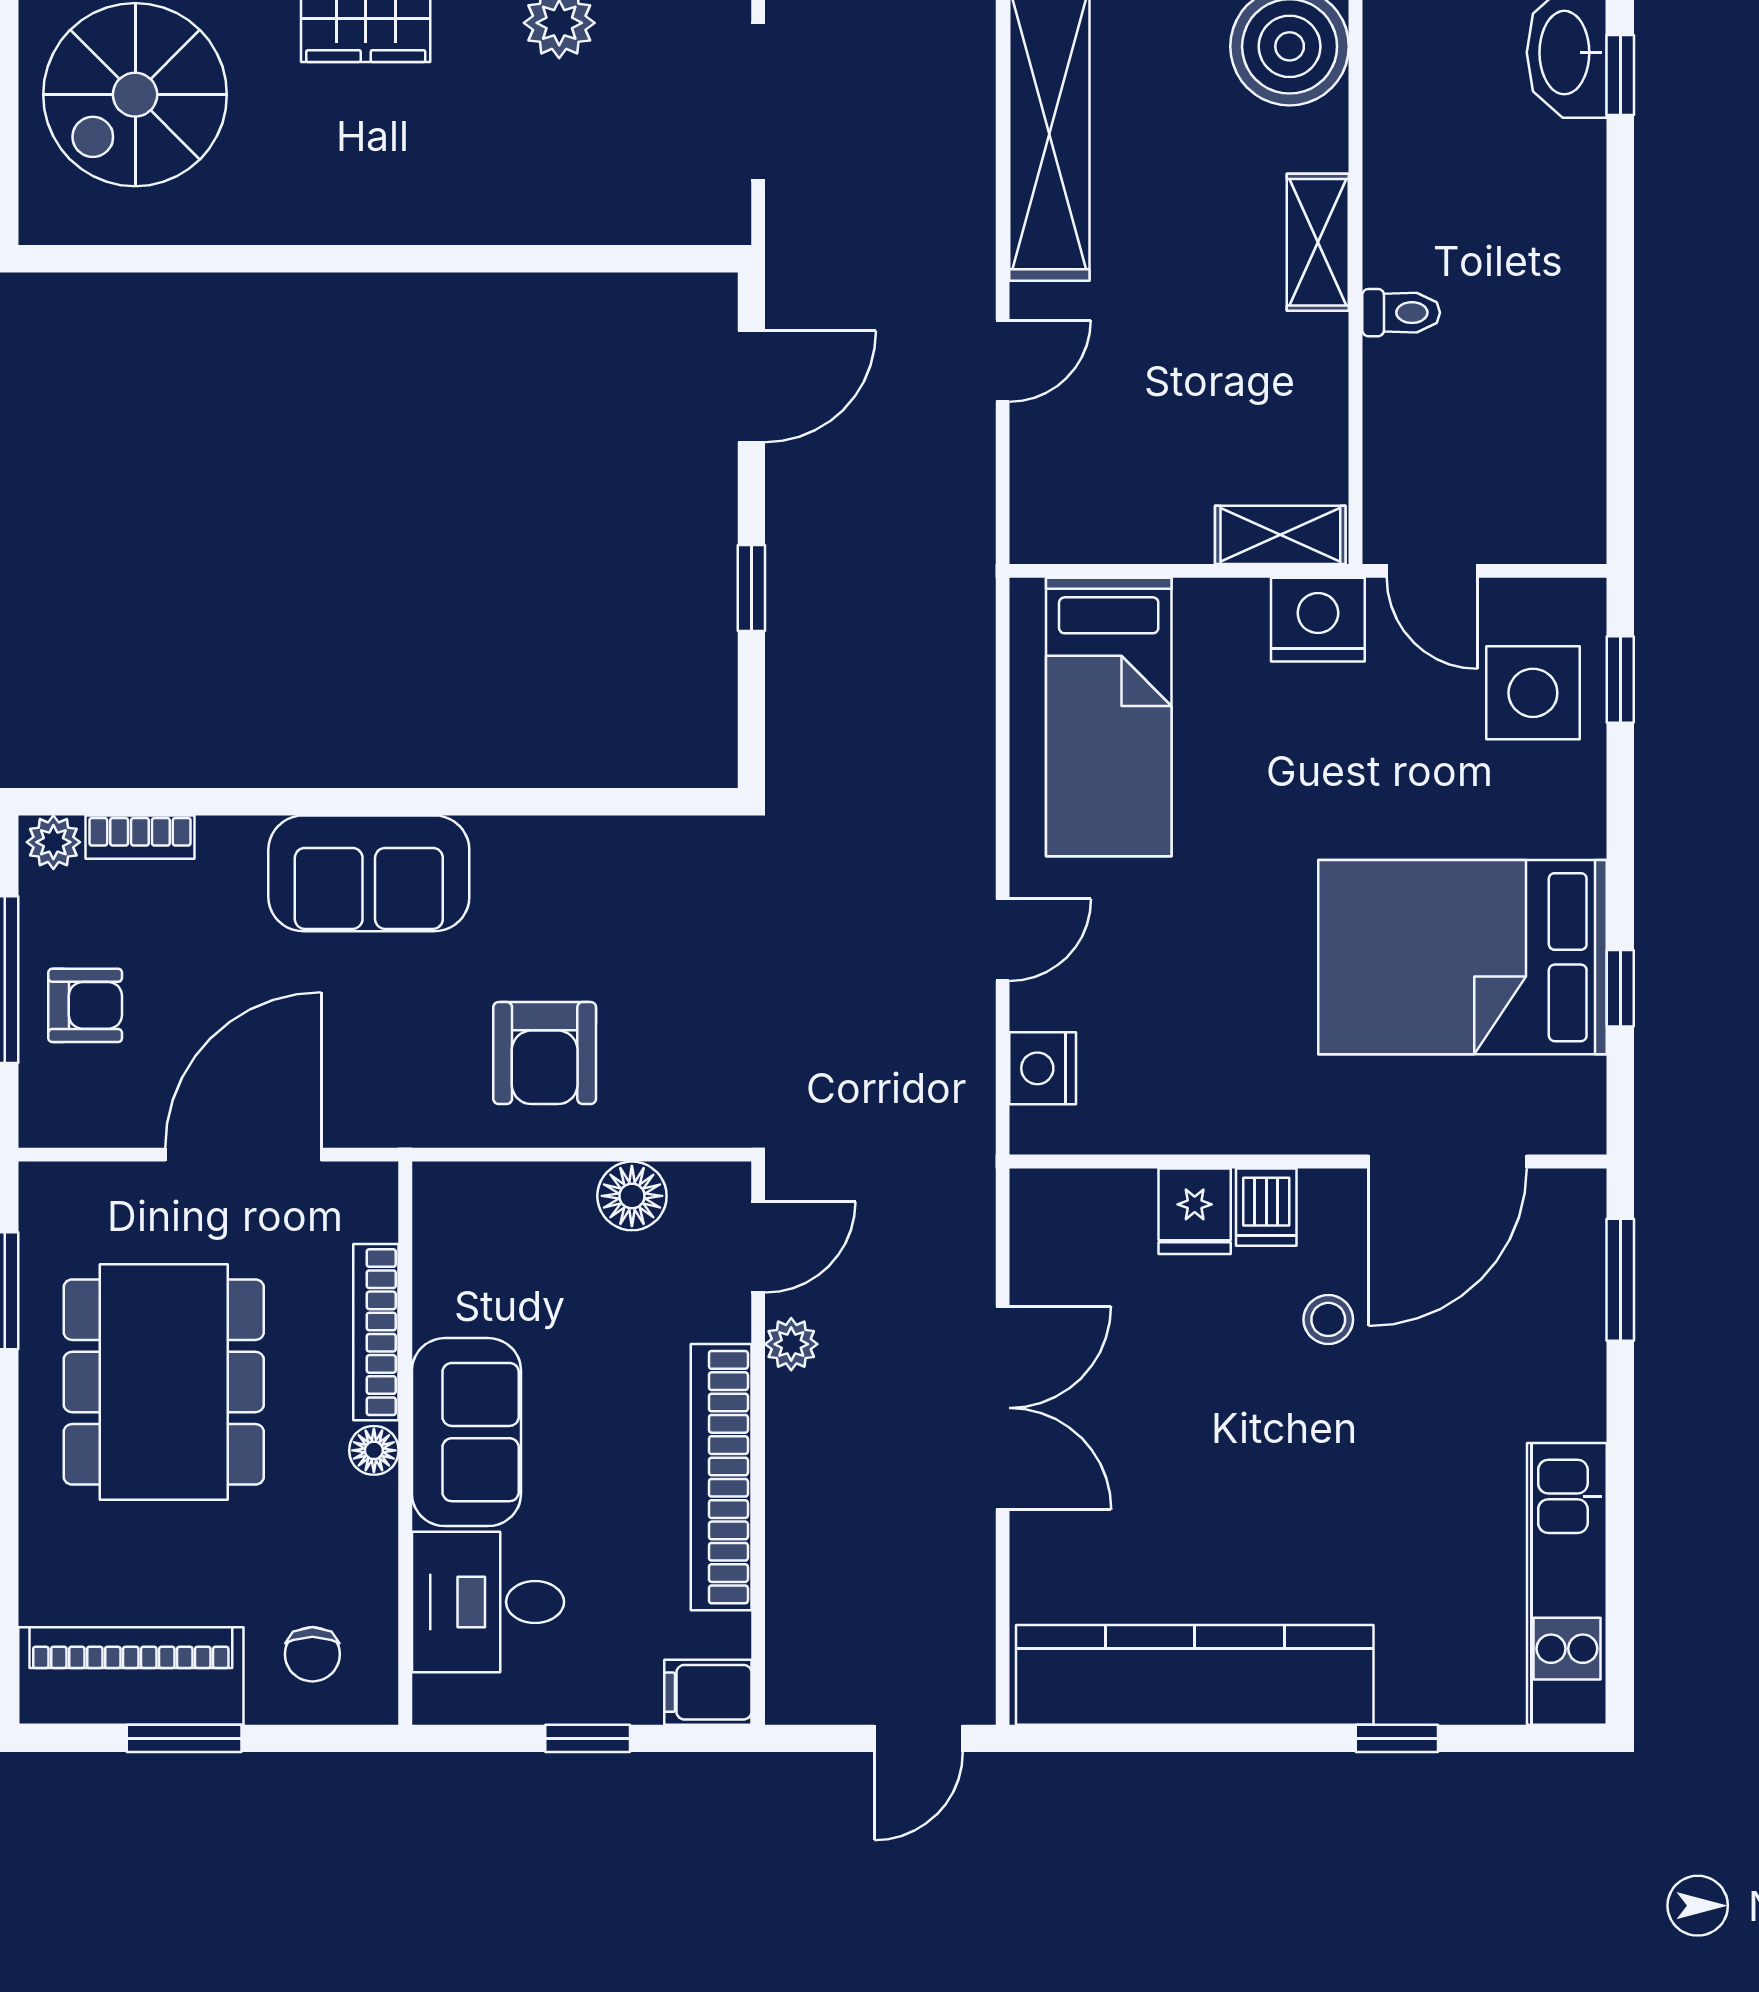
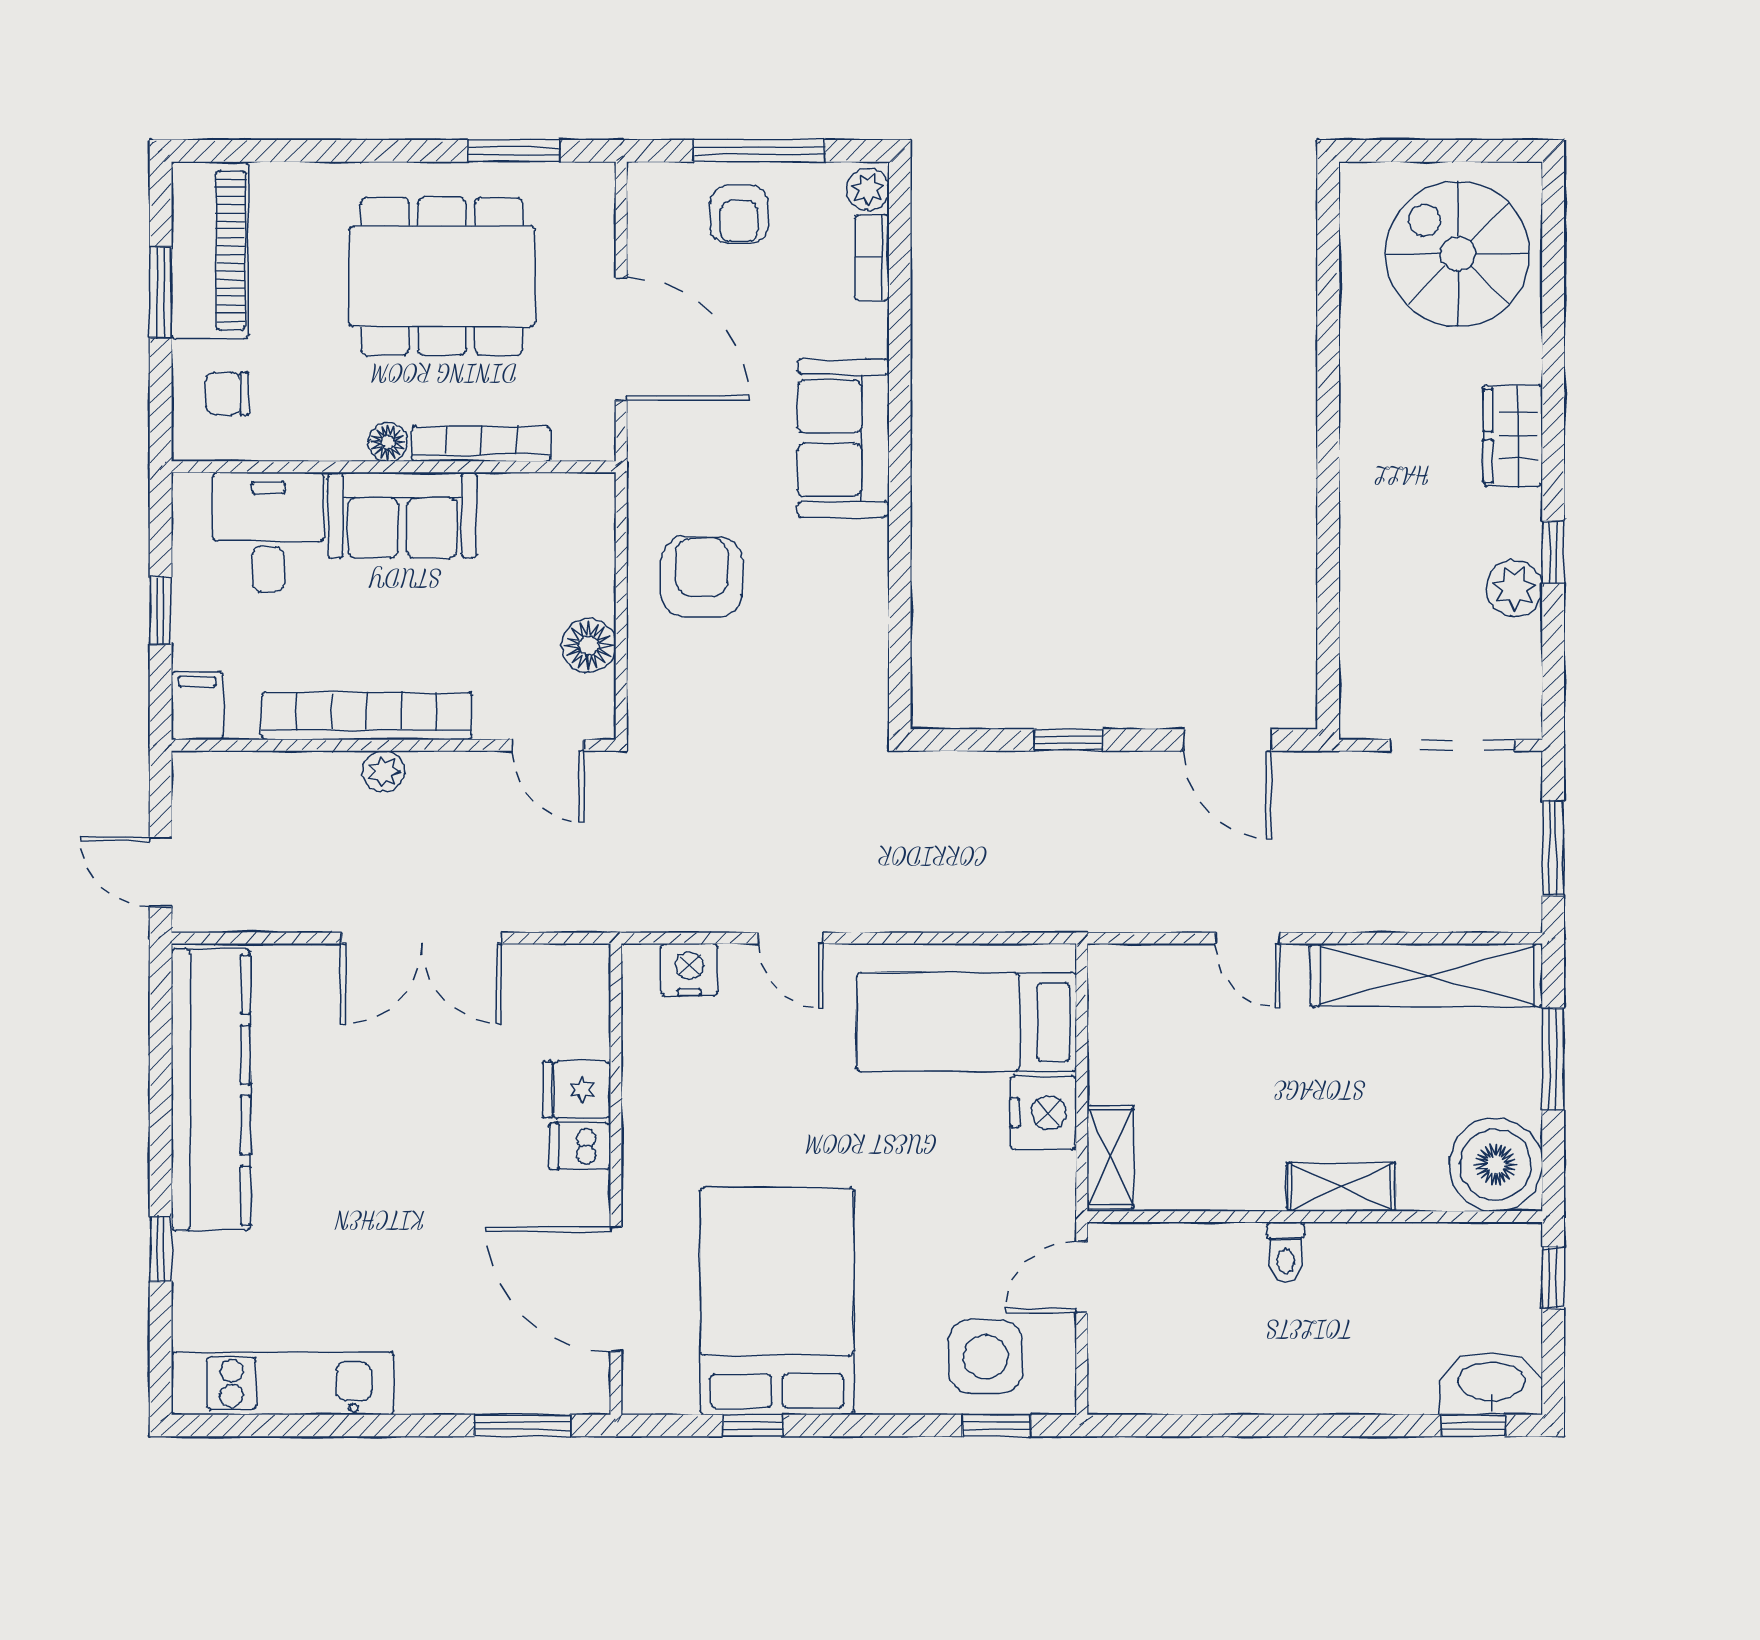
nightstand: (1318, 620) -> (1043, 1113), moved
armchair: (545, 1053) -> (701, 577), turned 90
stool: (1328, 1319) -> (491, 1195), removed
plant: (791, 1344) -> (384, 771), moved

